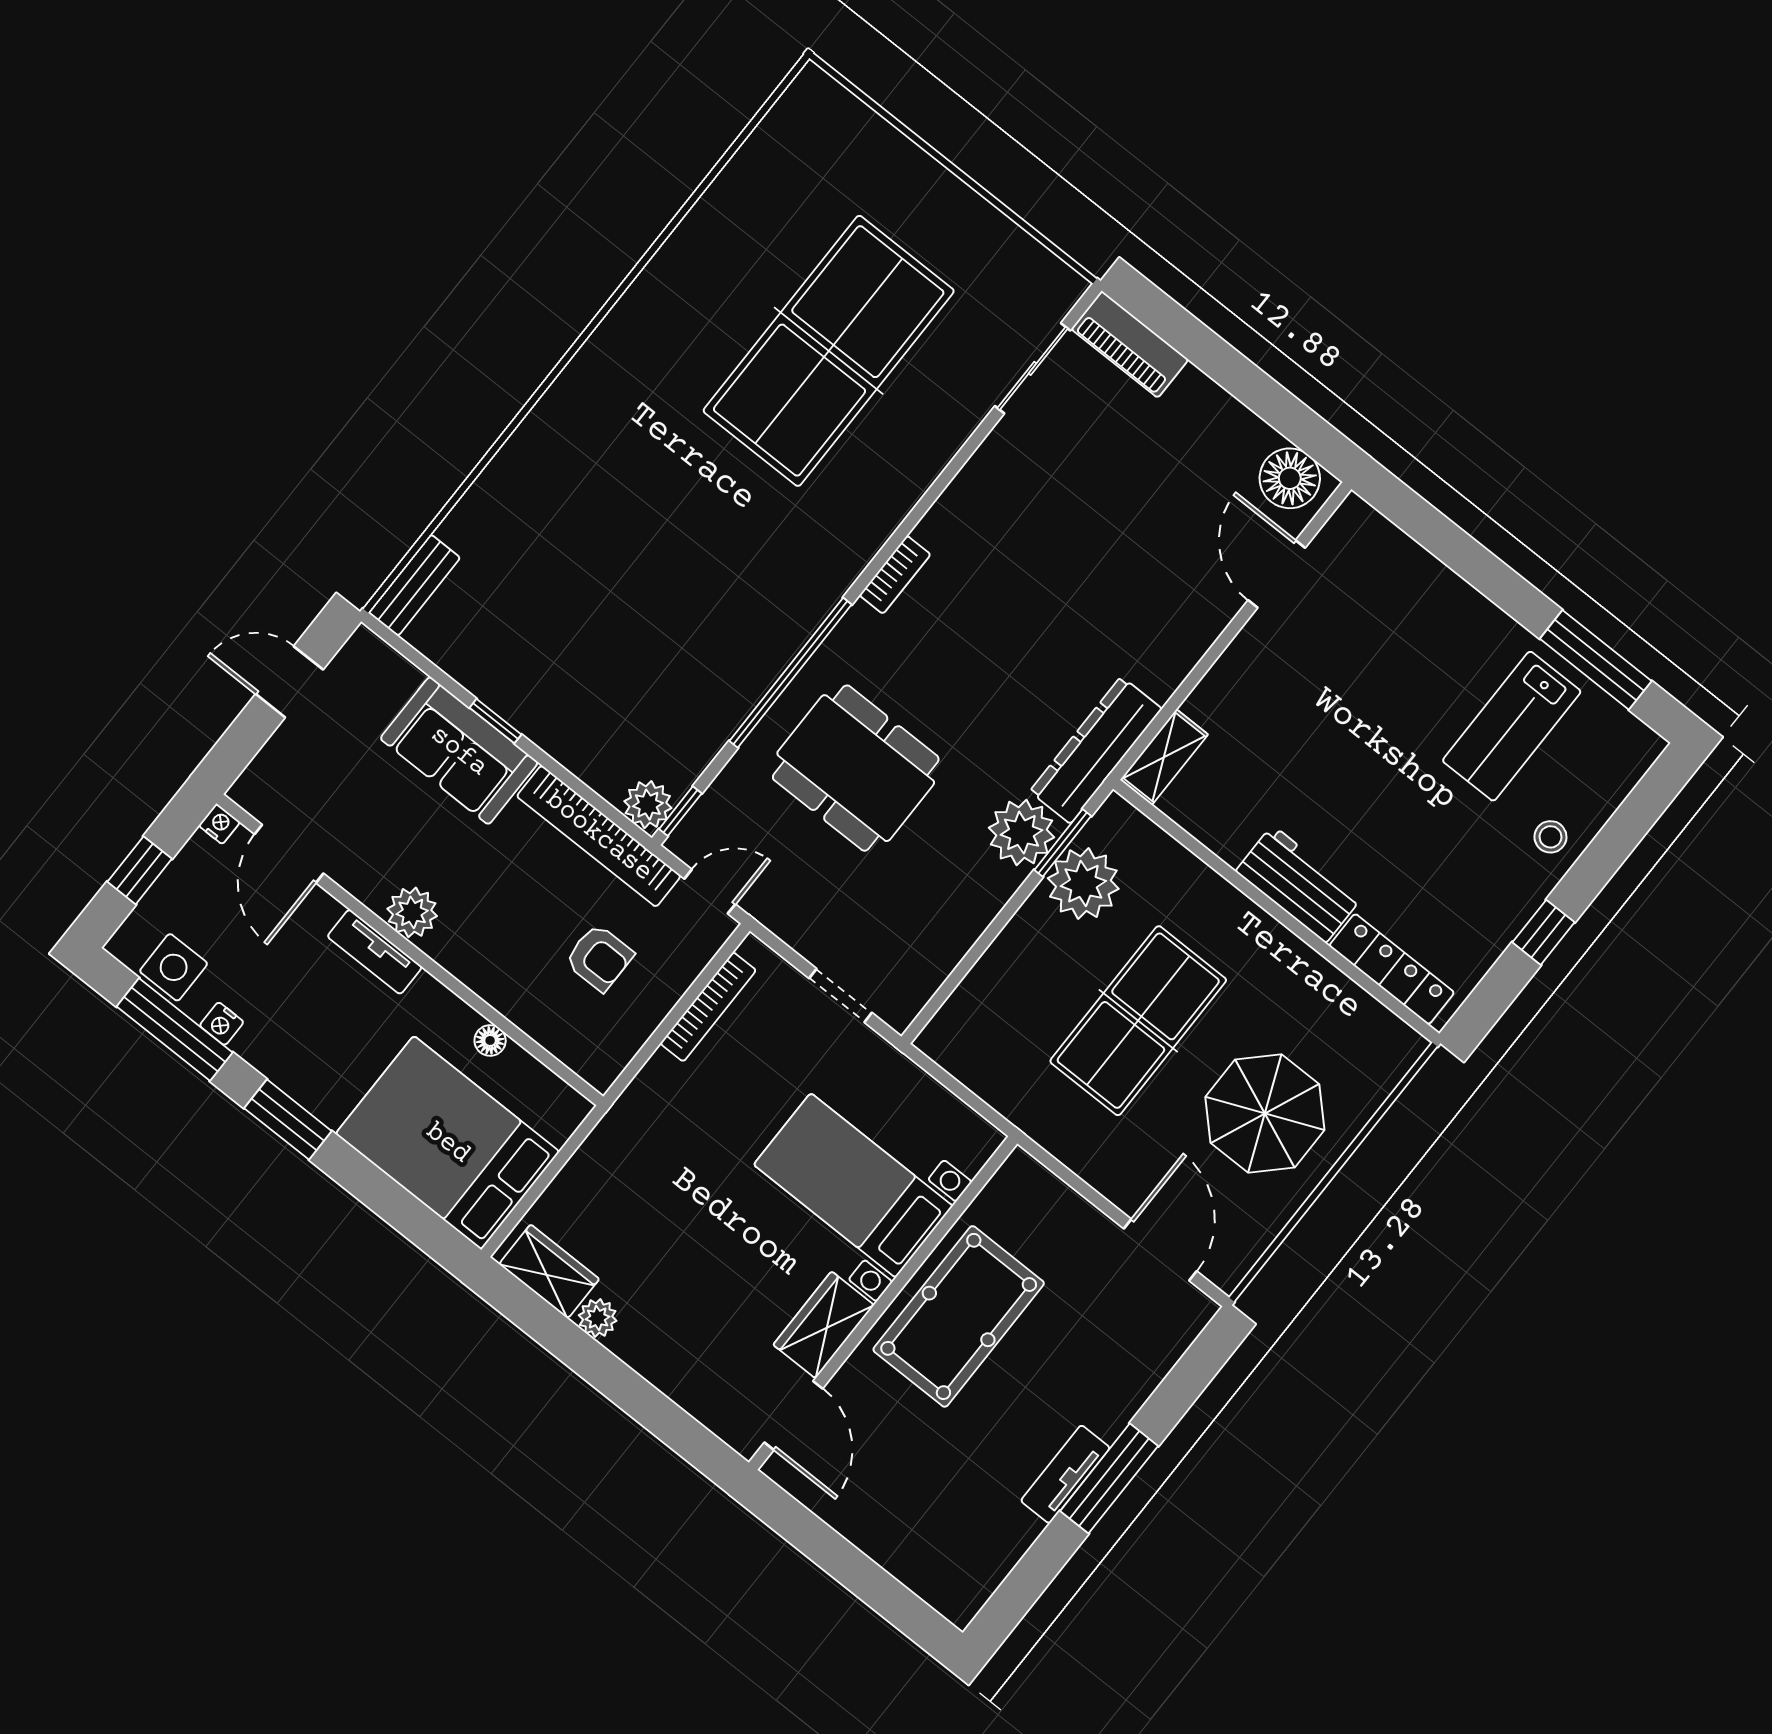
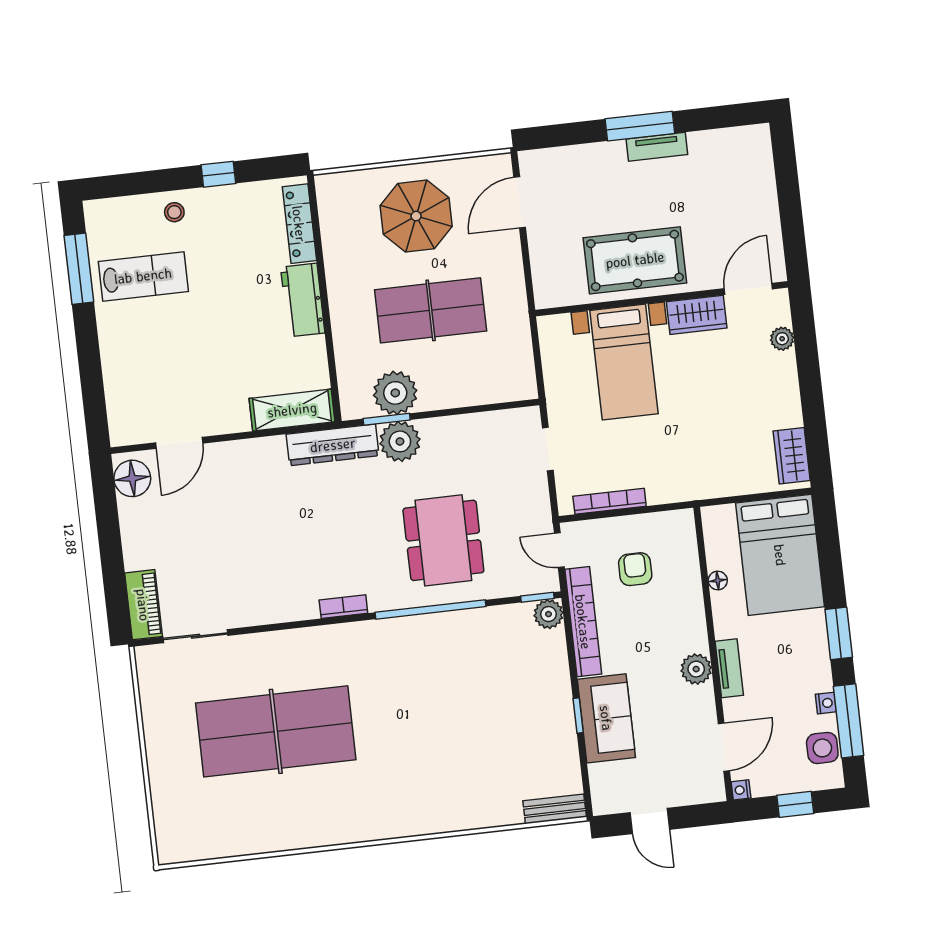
shelving: (1164, 757) -> (292, 410), width x1.50, depth x1.33
plant: (598, 1318) -> (782, 339), moved

